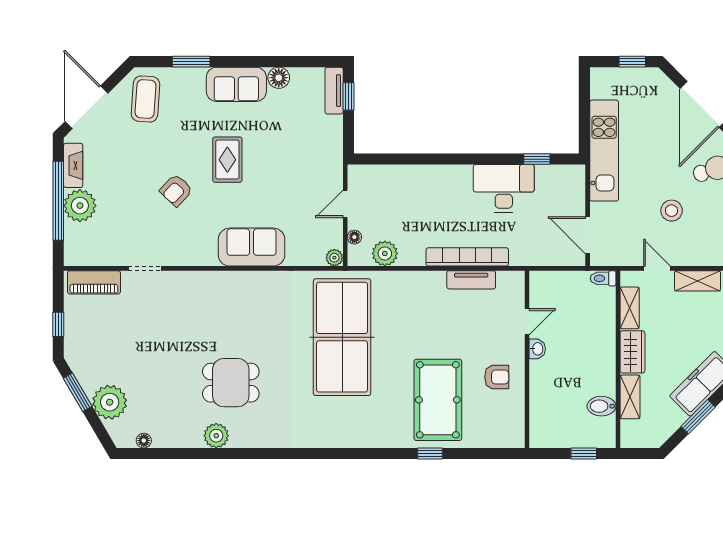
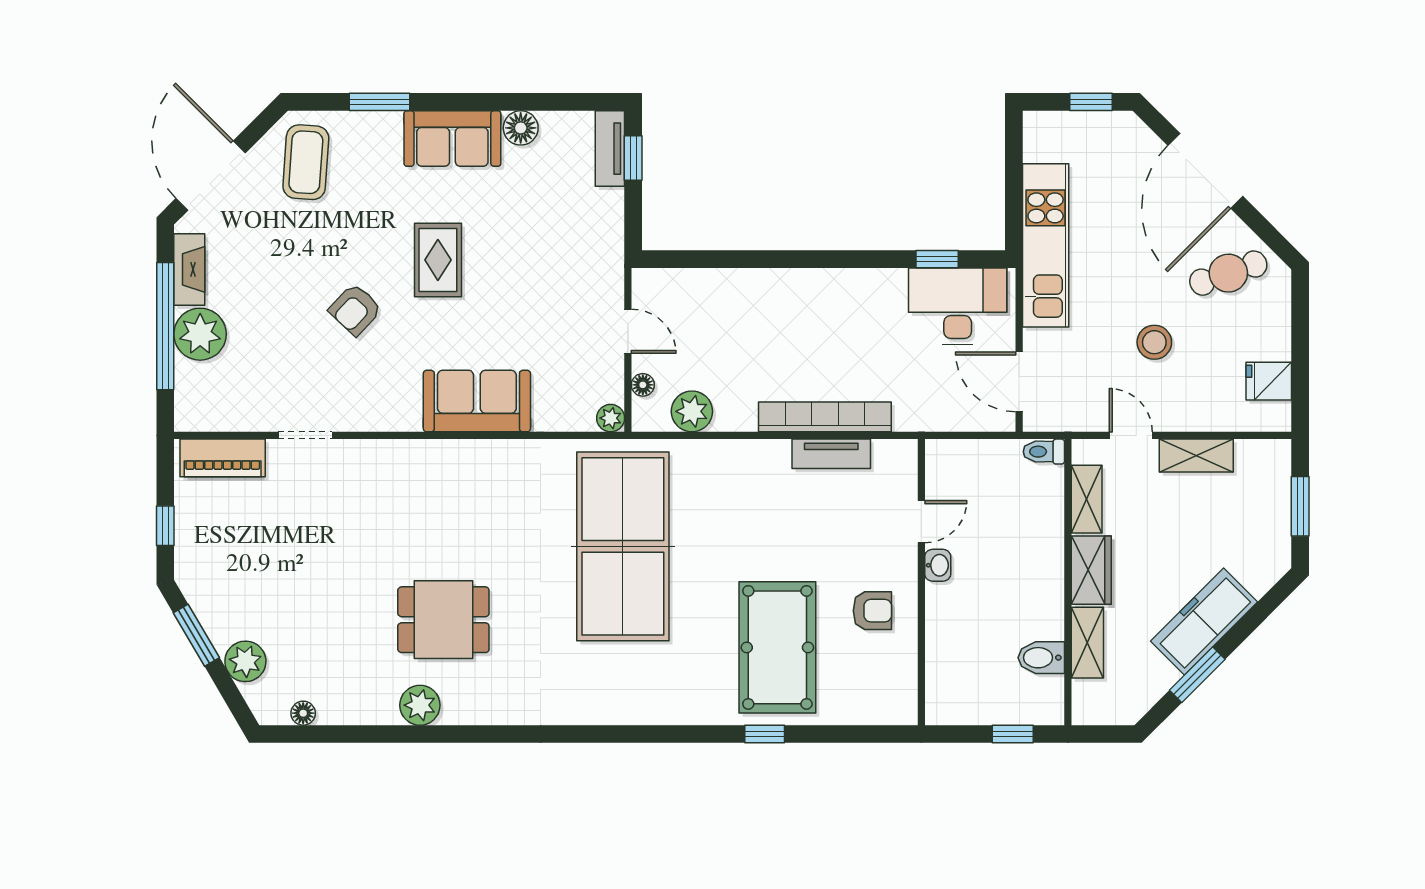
desk: (504, 188) -> (958, 306), moved
door: (345, 204) -> (628, 331), swing flipped
plant: (110, 402) -> (245, 661), width x0.73, depth x0.73

